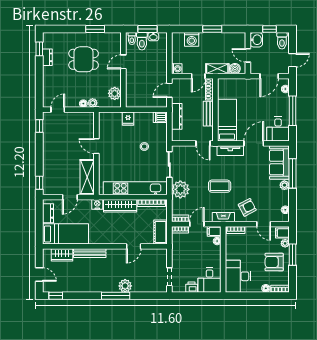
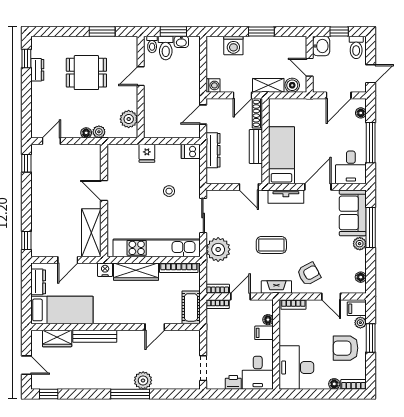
filing cabinet: (214, 231) -> (264, 333), moved

